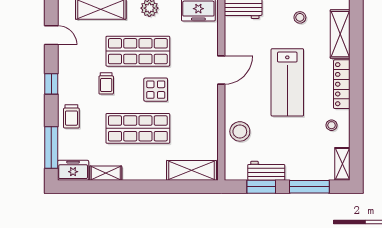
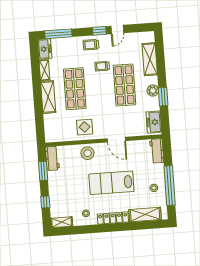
door: (51, 35) -> (117, 30), moved
display table: (156, 90) -> (85, 127), moved
trolley: (71, 116) -> (91, 45), moved
stool: (240, 131) -> (88, 153), moved
shelving: (192, 170) -> (48, 97), moved
workbench: (266, 171) -> (52, 158), moved
window: (309, 187) -> (45, 202), width x0.46

